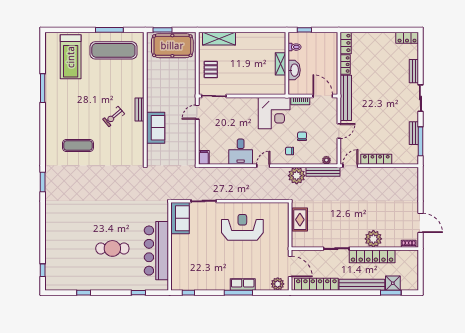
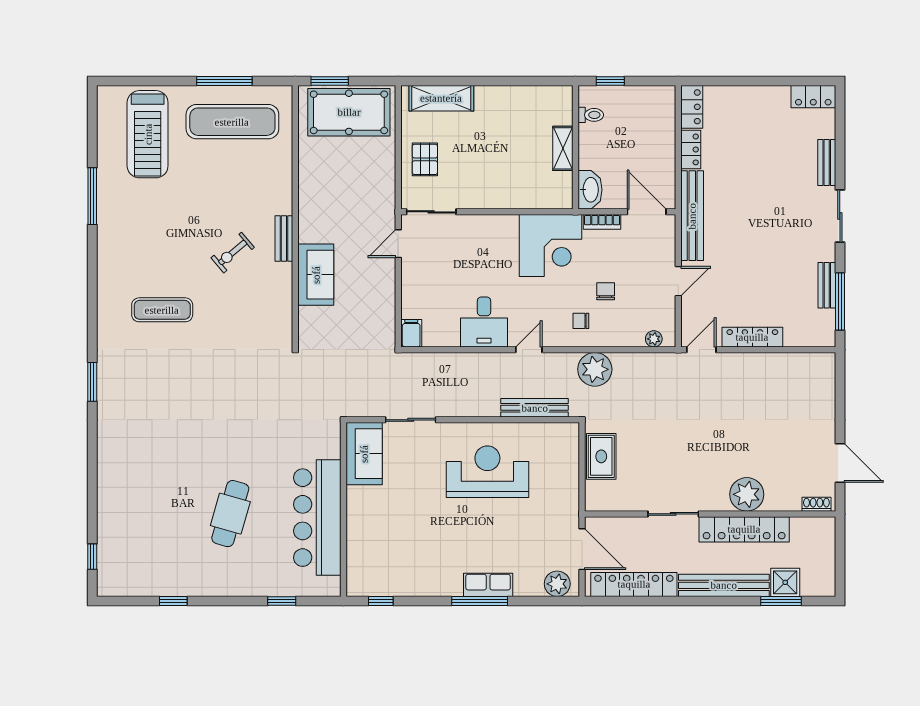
washbasin: (294, 70) -> (590, 190), moved
bench: (323, 172) -> (535, 408), moved
cafe table: (112, 248) -> (230, 514), turned -74

